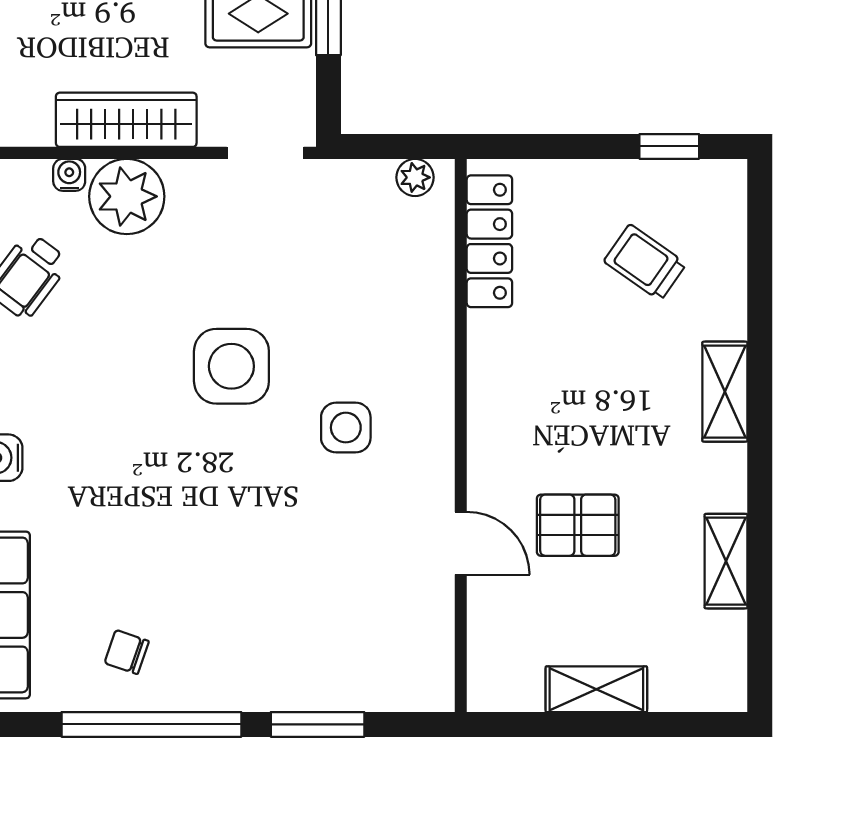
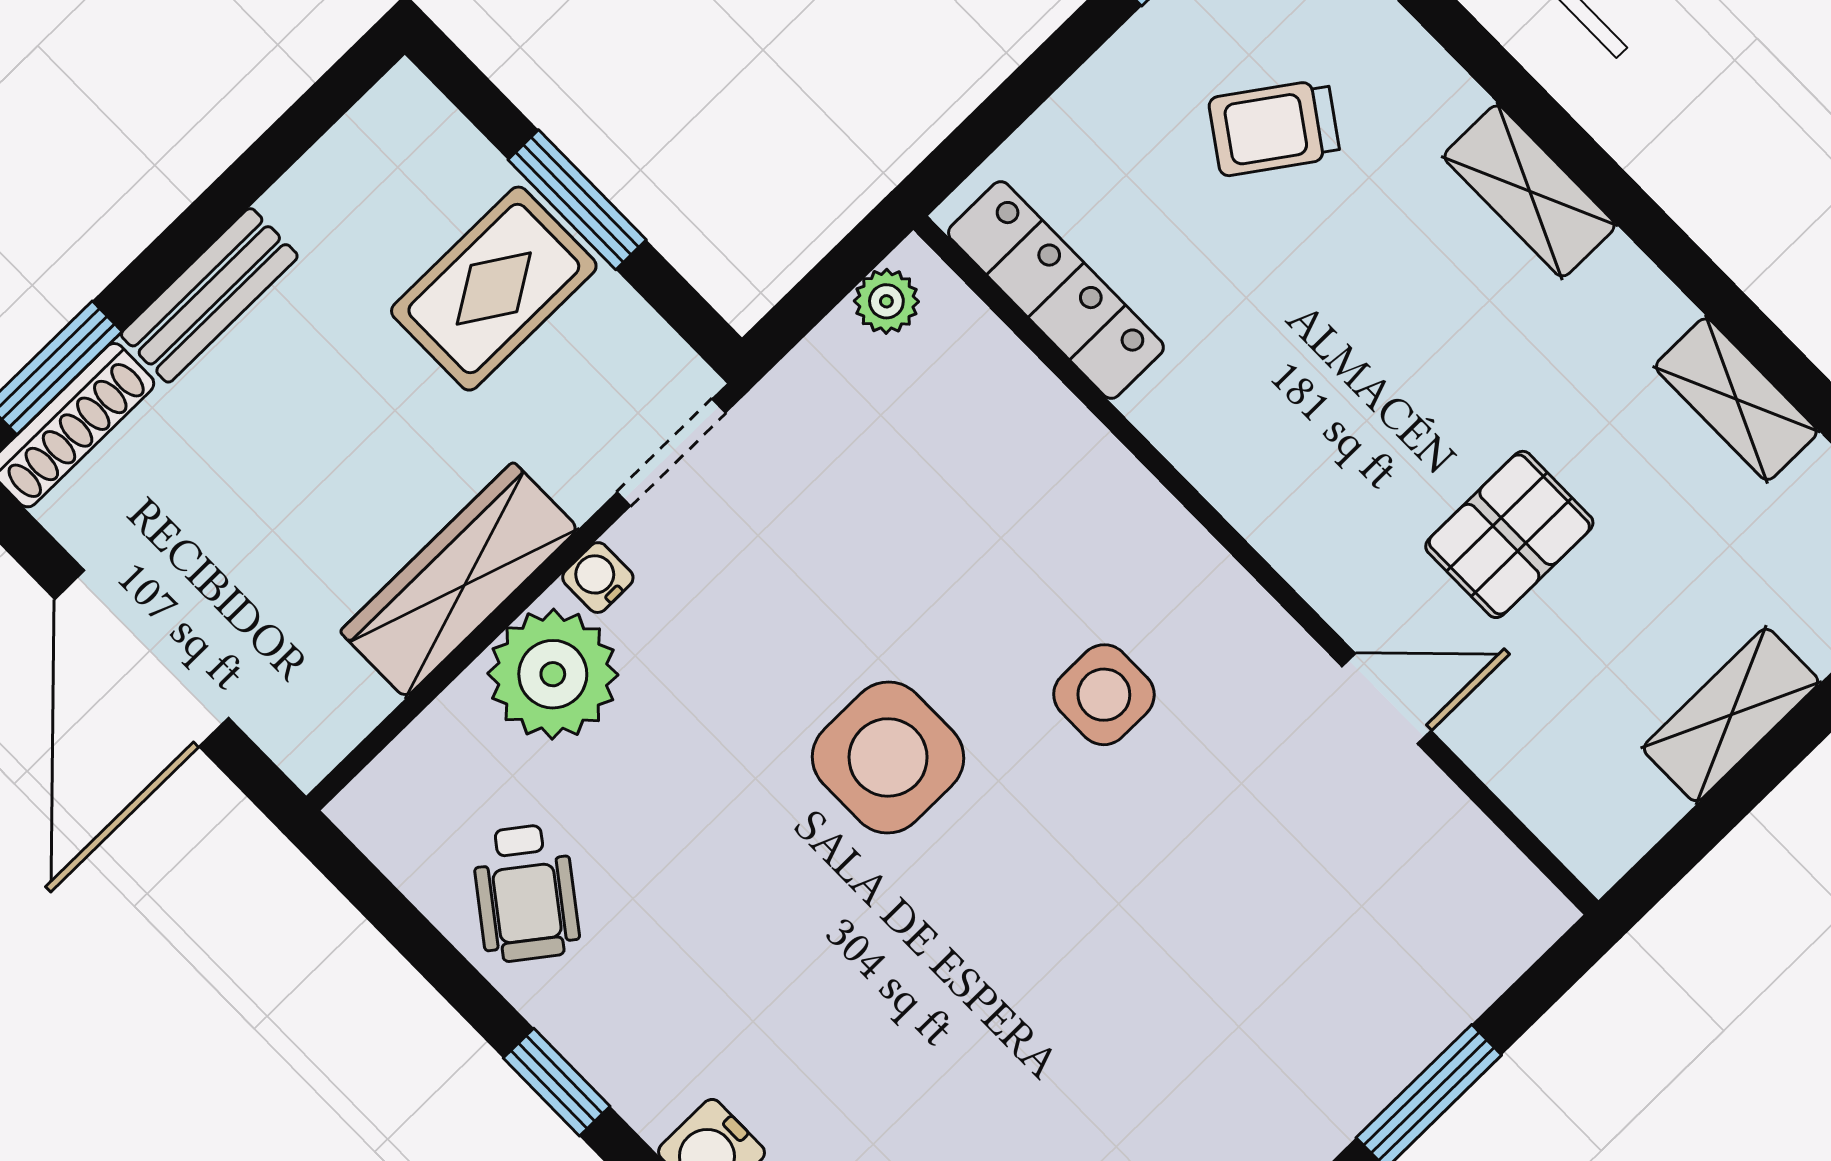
water cooler: (69, 175) -> (598, 578), moved

